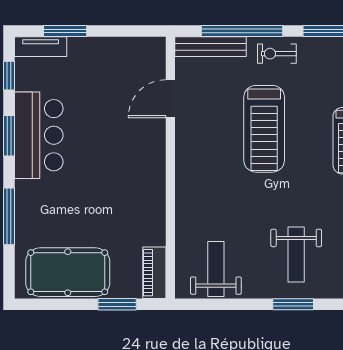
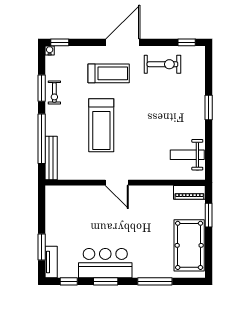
exercise bike: (277, 54) -> (54, 93), moved
door: (170, 99) -> (117, 183), moved
treadmill: (264, 129) -> (101, 125), turned 90
weight bench: (296, 254) -> (178, 106), removed

